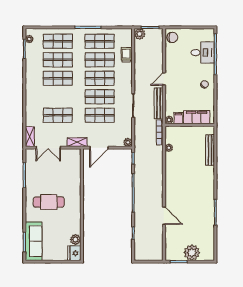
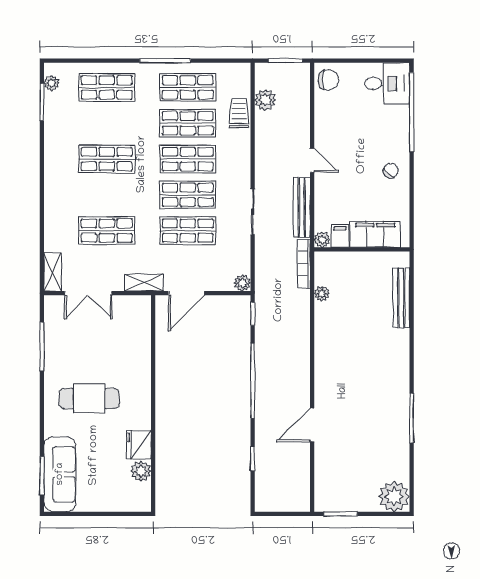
plant: (140, 34) -> (265, 100), moved
desk: (203, 53) -> (387, 83), moved
shop shelf: (58, 60) -> (107, 123), removed
door: (164, 79) -> (312, 160), swing flipped
door: (164, 216) -> (312, 425), swing flipped
fridge: (74, 253) -> (139, 445), moved
plant: (192, 253) -> (394, 496), moved

